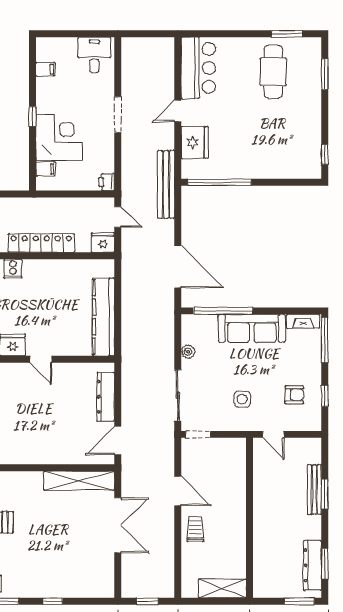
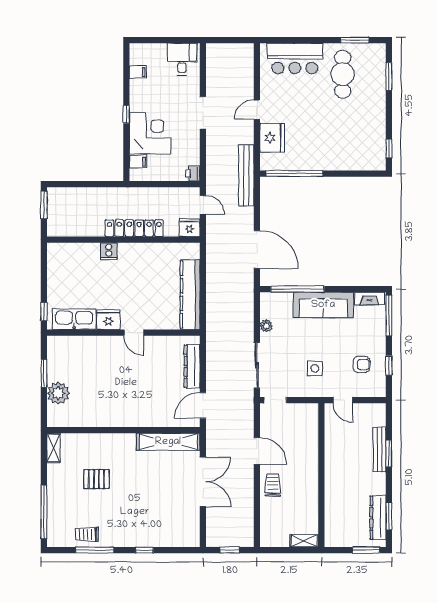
bar counter: (198, 68) -> (295, 58), moved, turned 90
shelving: (222, 588) -> (304, 541), width x0.67, depth x0.75

